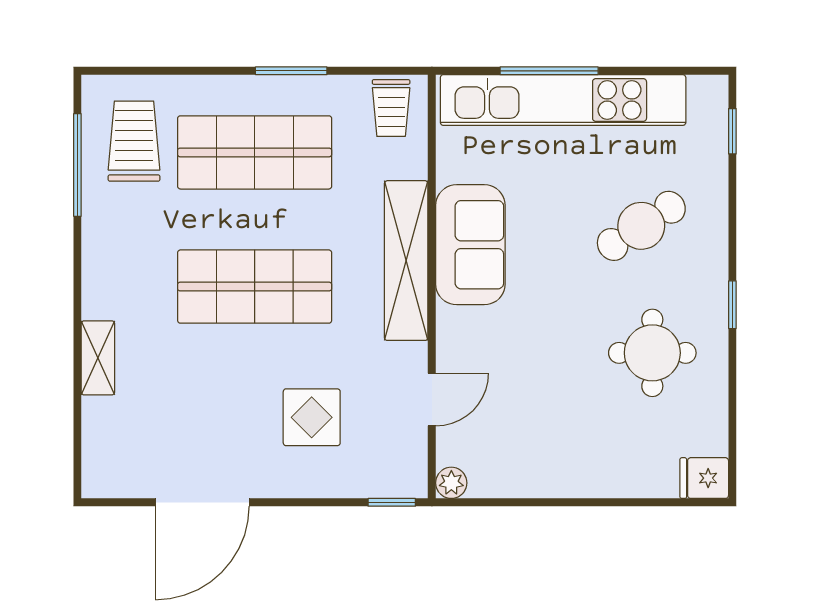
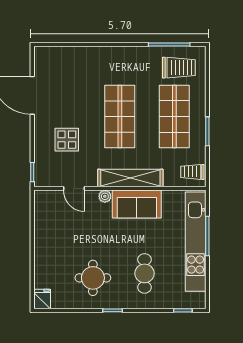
cafe table: (641, 226) -> (144, 273), turned 33
shelving: (98, 358) -> (91, 53), removed
plant: (451, 483) -> (105, 196), moved

